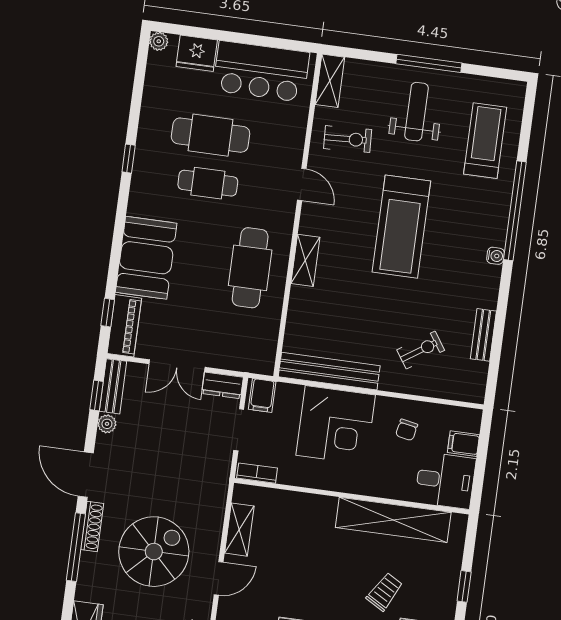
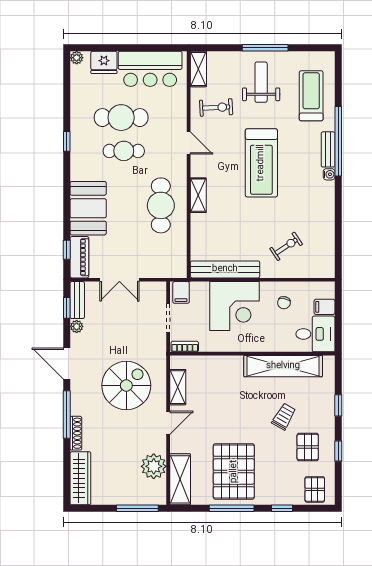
bench: (483, 335) -> (328, 149), moved
dresser: (222, 385) -> (153, 289), removed
shoe rack: (92, 527) -> (76, 433), moved
spiral stairs: (154, 552) -> (126, 385), moved

